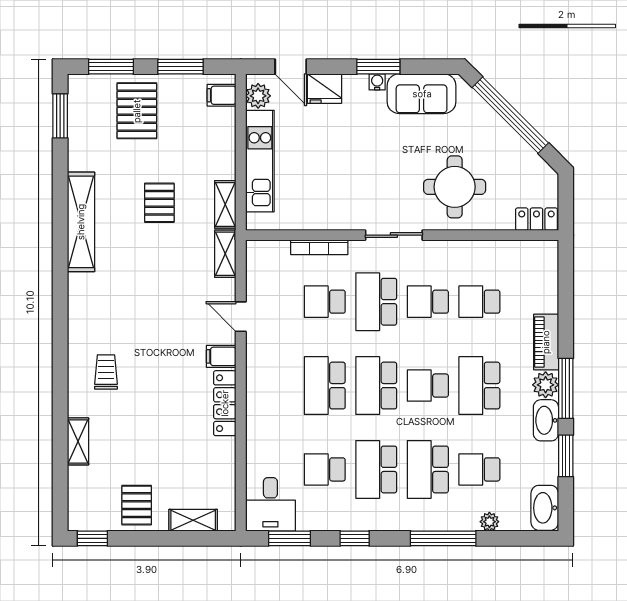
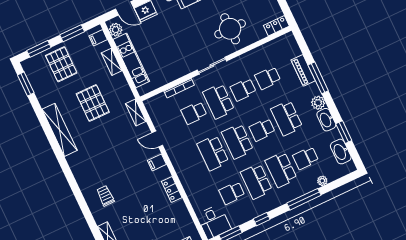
pallet: (159, 203) -> (93, 103), width x1.50, depth x1.42
shelving: (225, 204) -> (112, 62), moved
piano: (546, 342) -> (303, 70), moved
window: (566, 388) -> (318, 78), moved
locker: (225, 403) -> (172, 190), width x0.66
washbasin: (545, 508) -> (341, 152), moved

